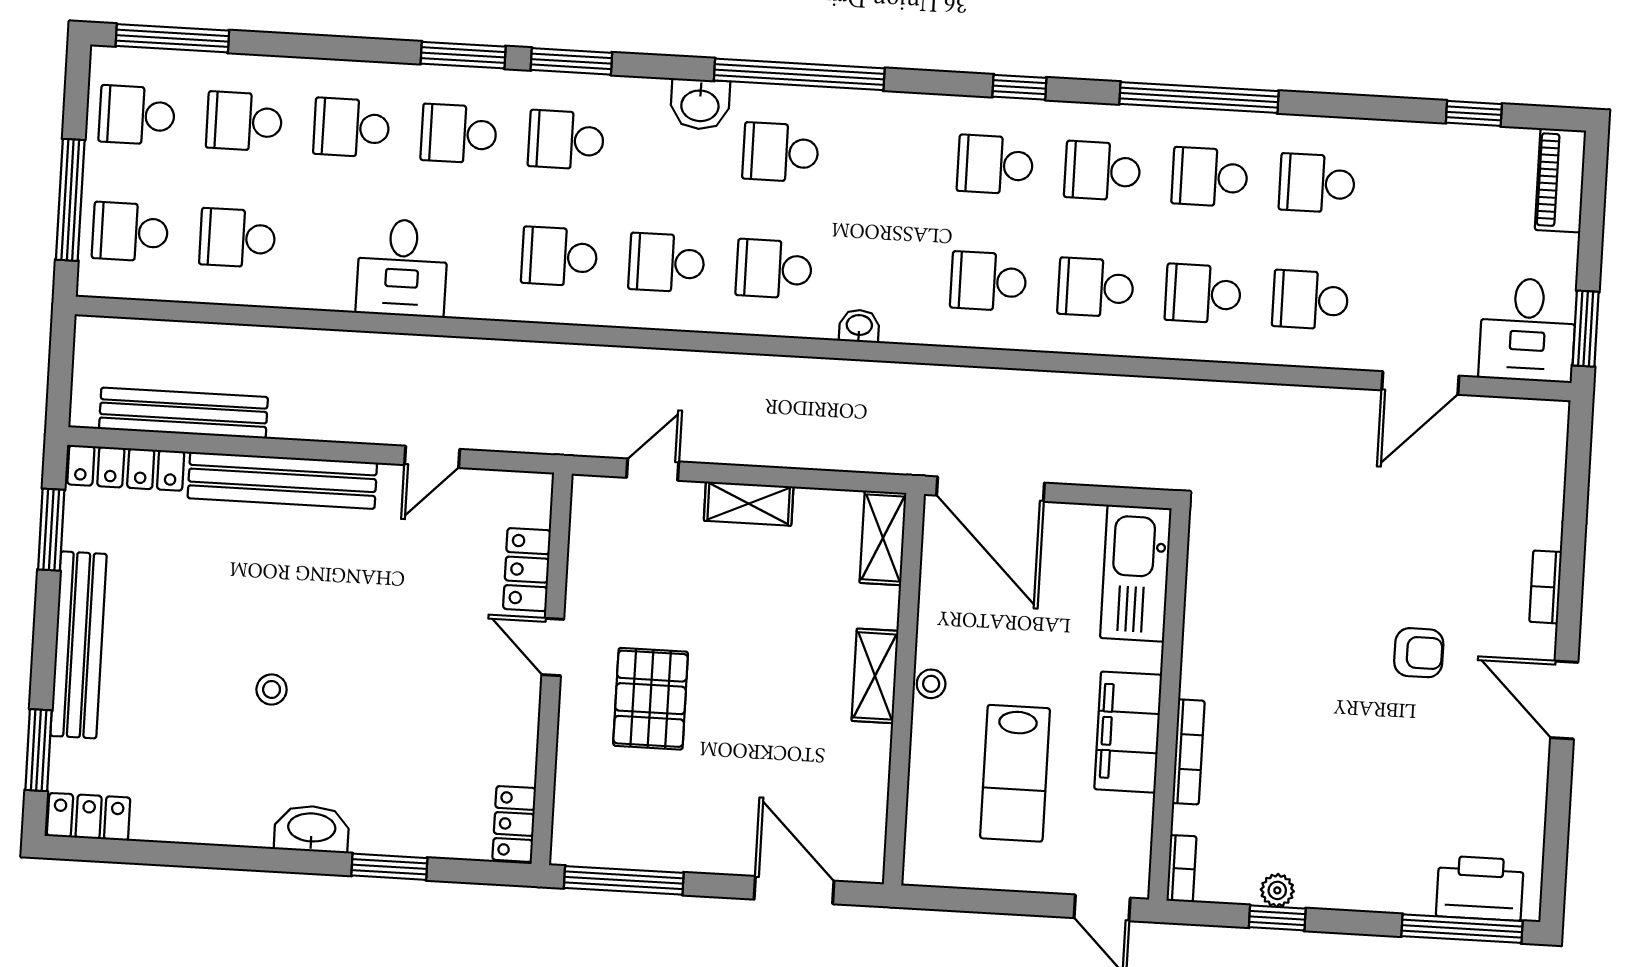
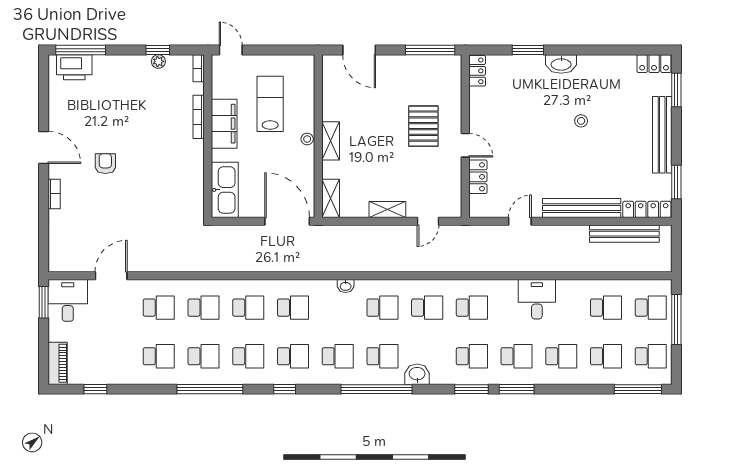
school desk: (888, 159) -> (338, 356), added
armchair: (1419, 653) -> (105, 164), turned 90

